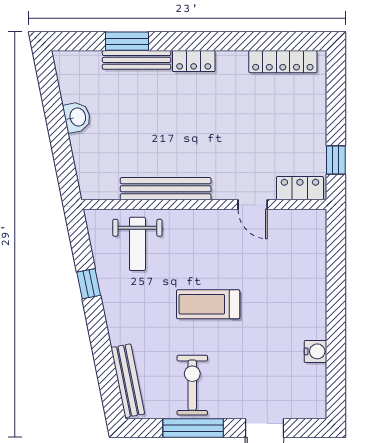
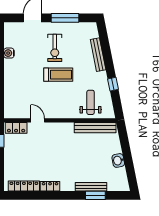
locker: (194, 61) -> (50, 186), moved
bench: (166, 189) -> (95, 128), moved
bench: (128, 381) -> (98, 55), moved
exercise bike: (192, 385) -> (55, 48), moved

